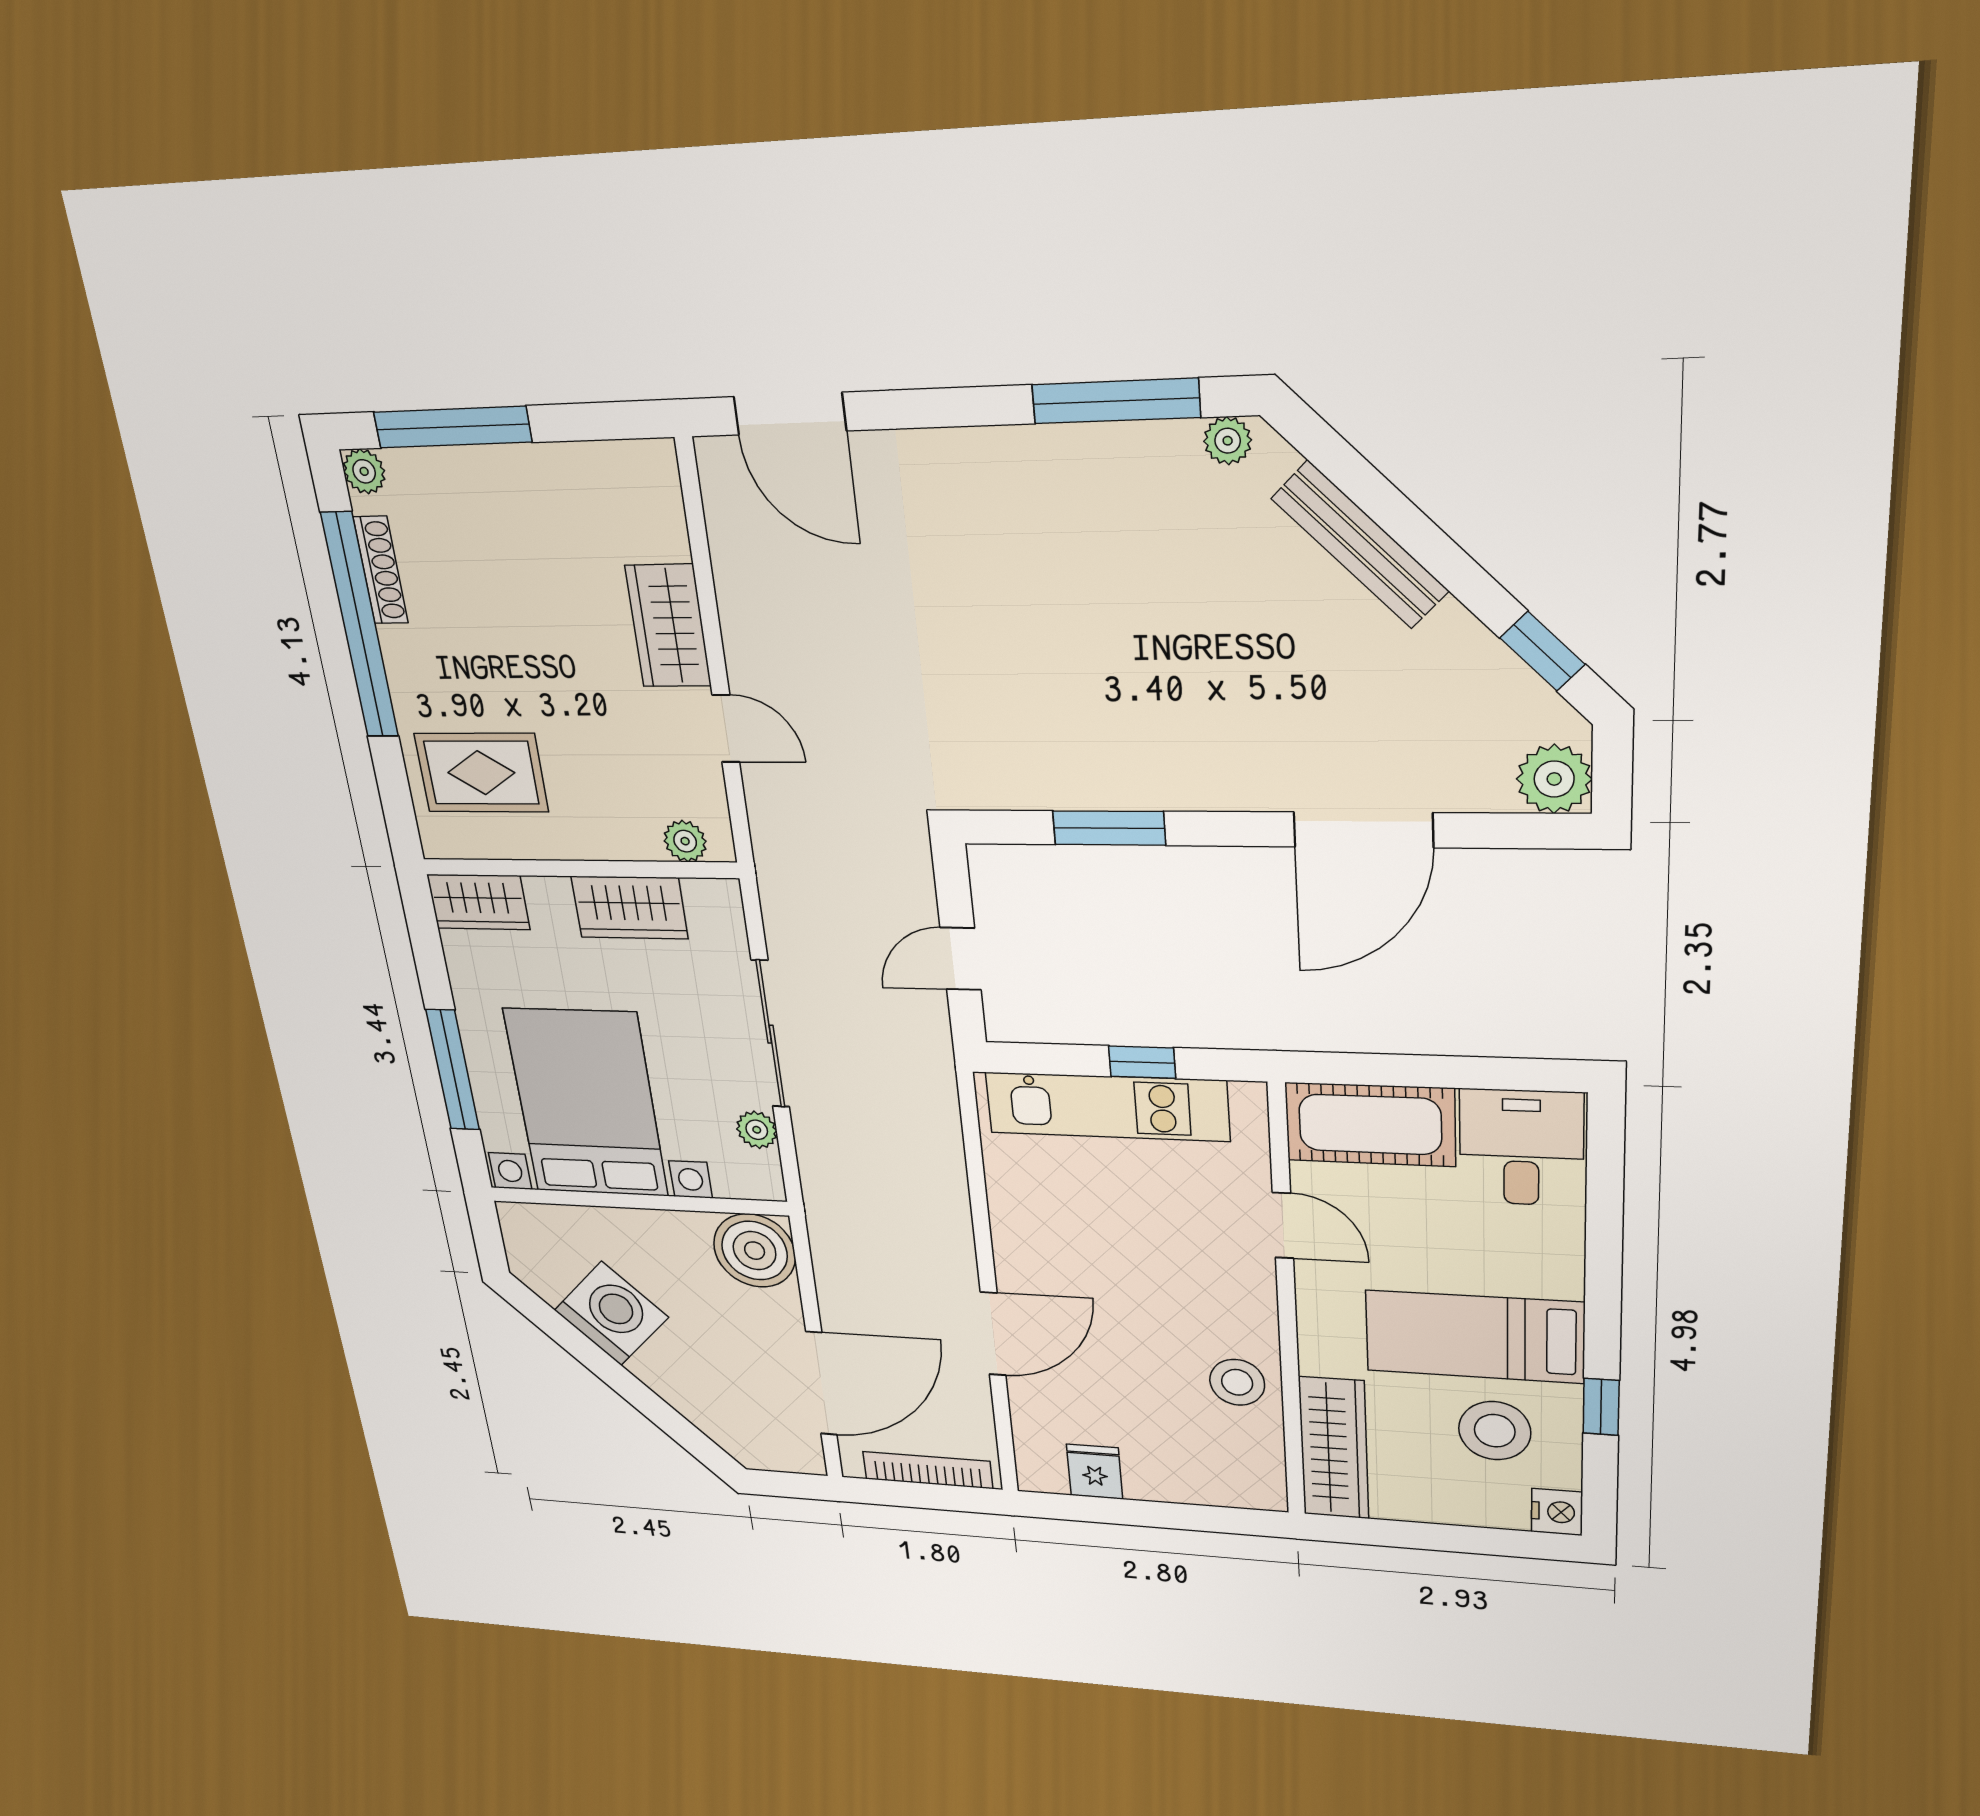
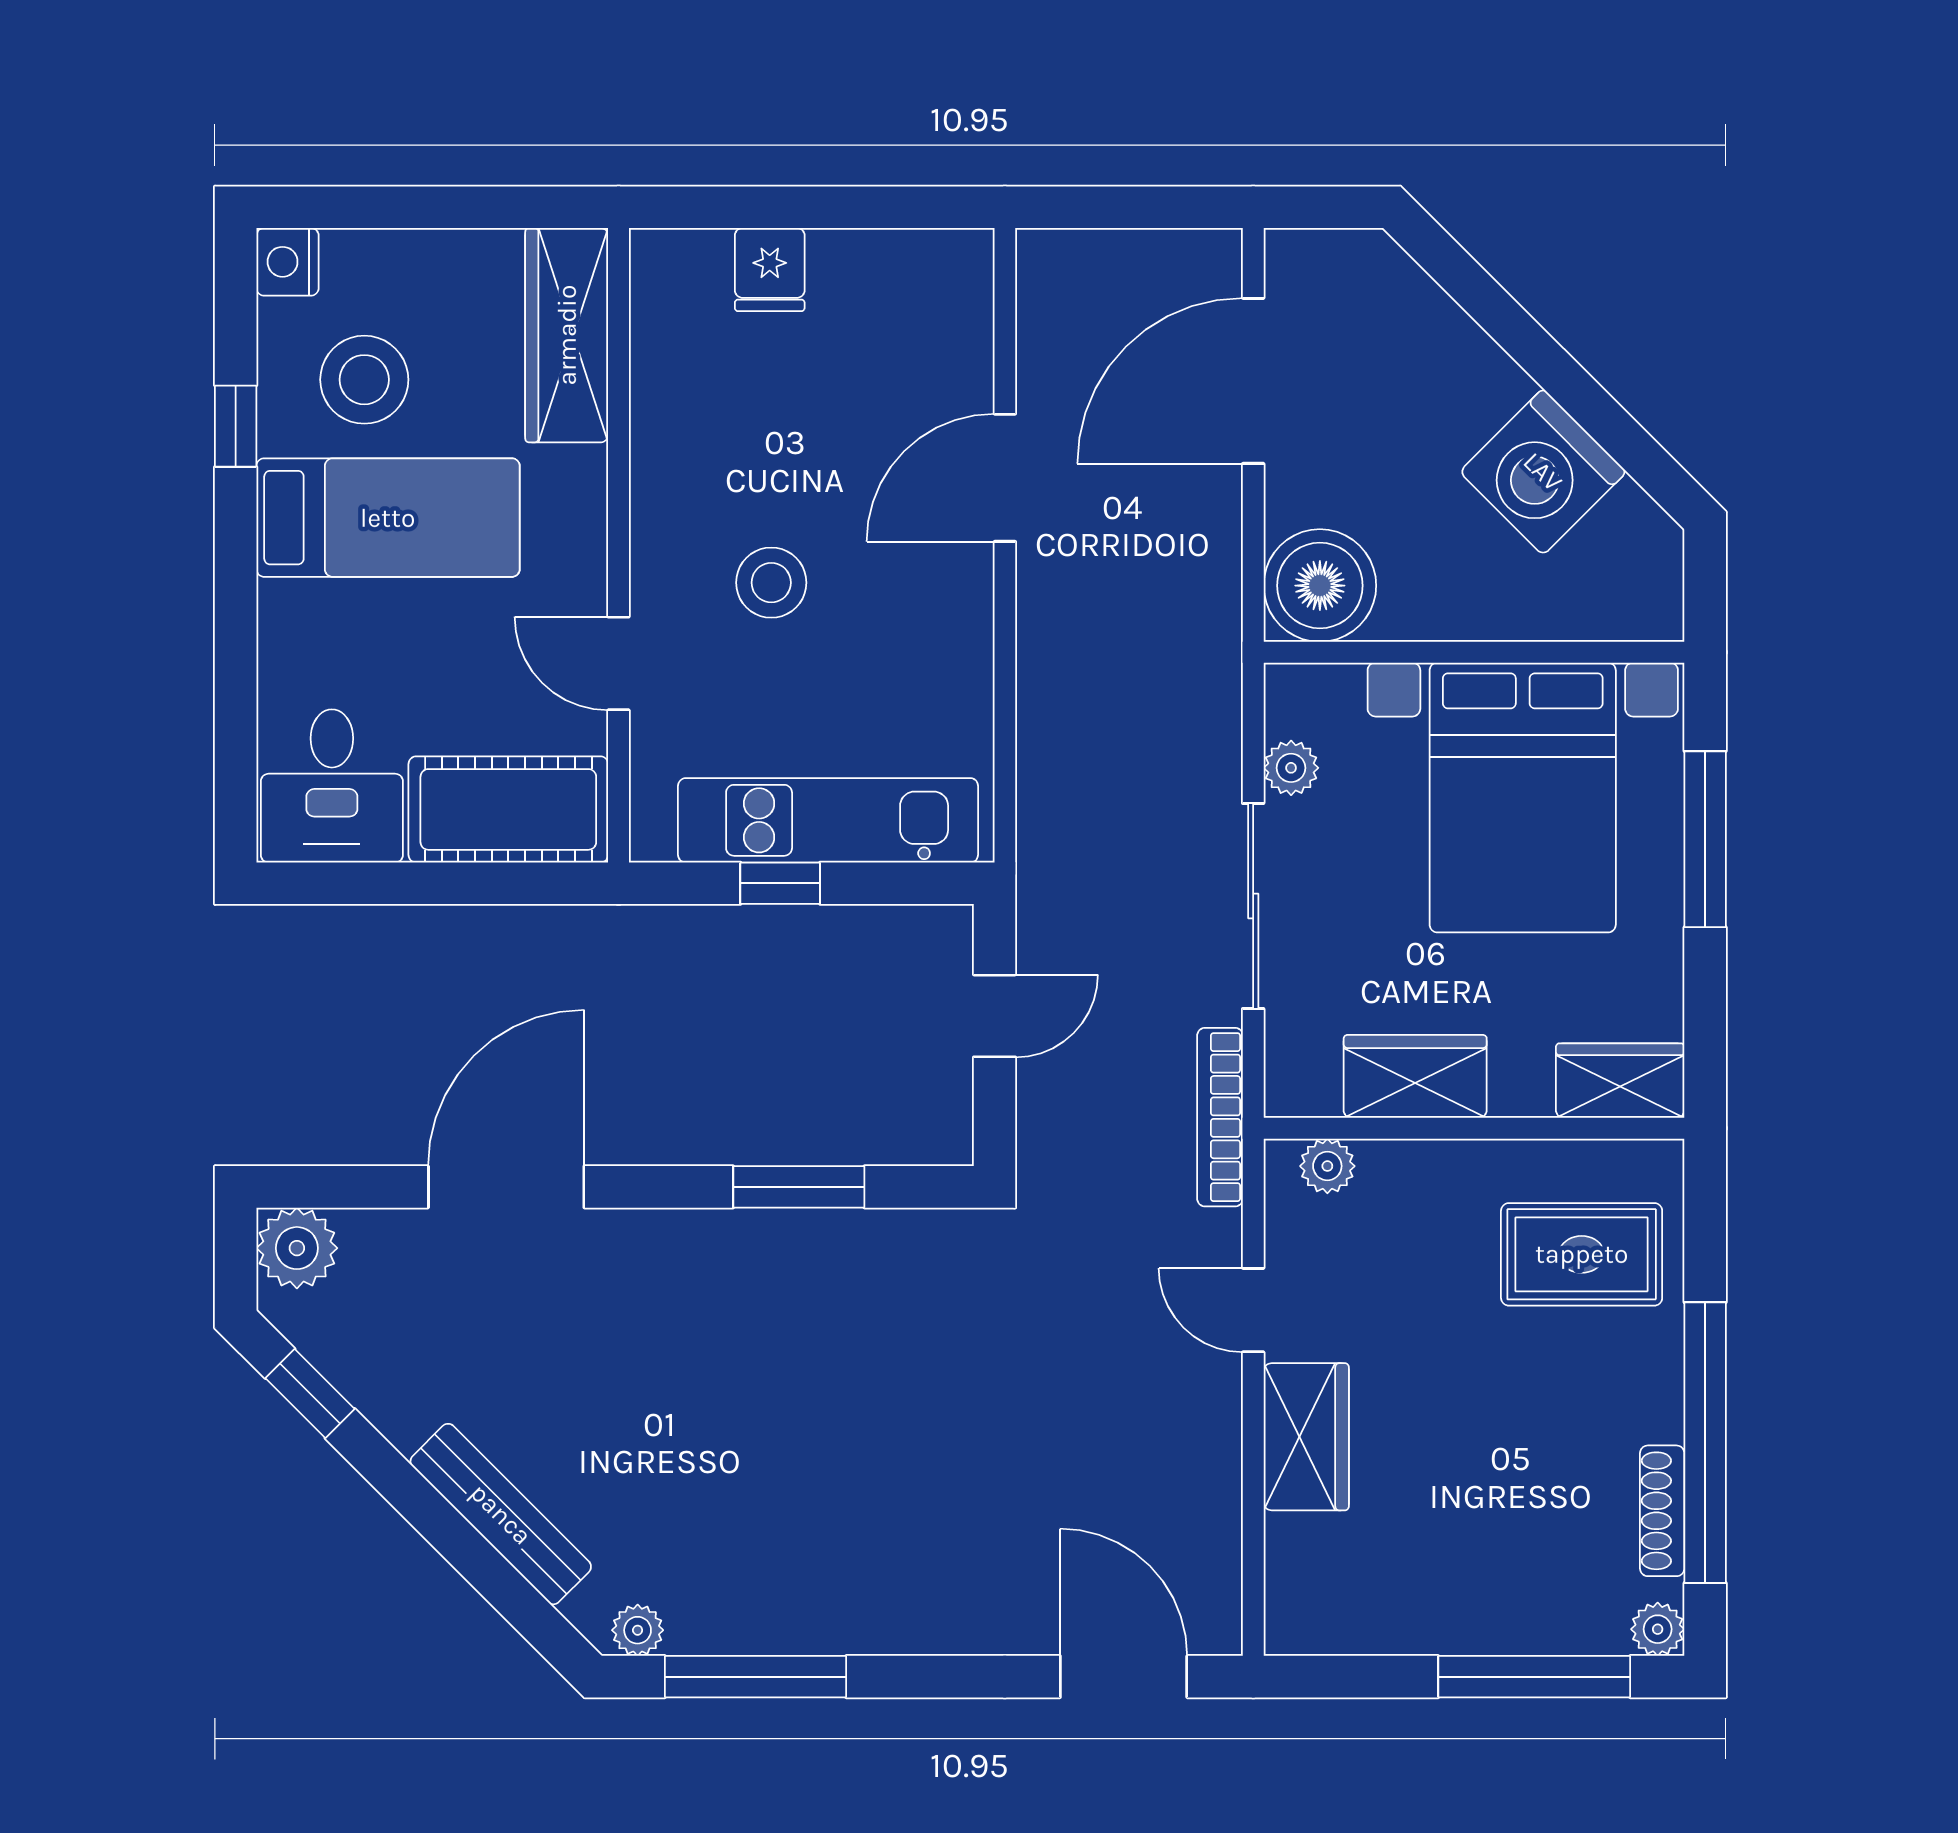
stool: (1237, 1382) -> (771, 583), moved
bookcase: (928, 1470) -> (1220, 1117), moved, turned 90
fridge: (1095, 1472) -> (770, 270), moved

